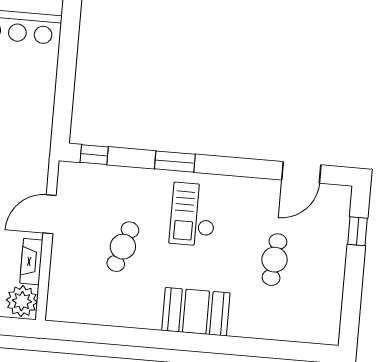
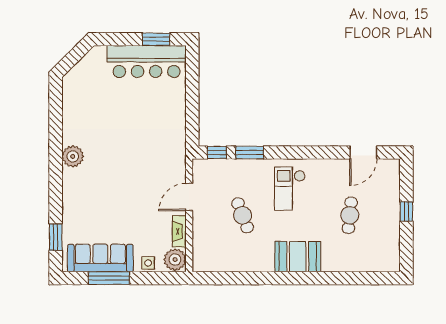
window: (175, 162) -> (250, 152), moved
window: (358, 231) -> (406, 211), moved
cafe table: (123, 247) -> (243, 215), turned -39

